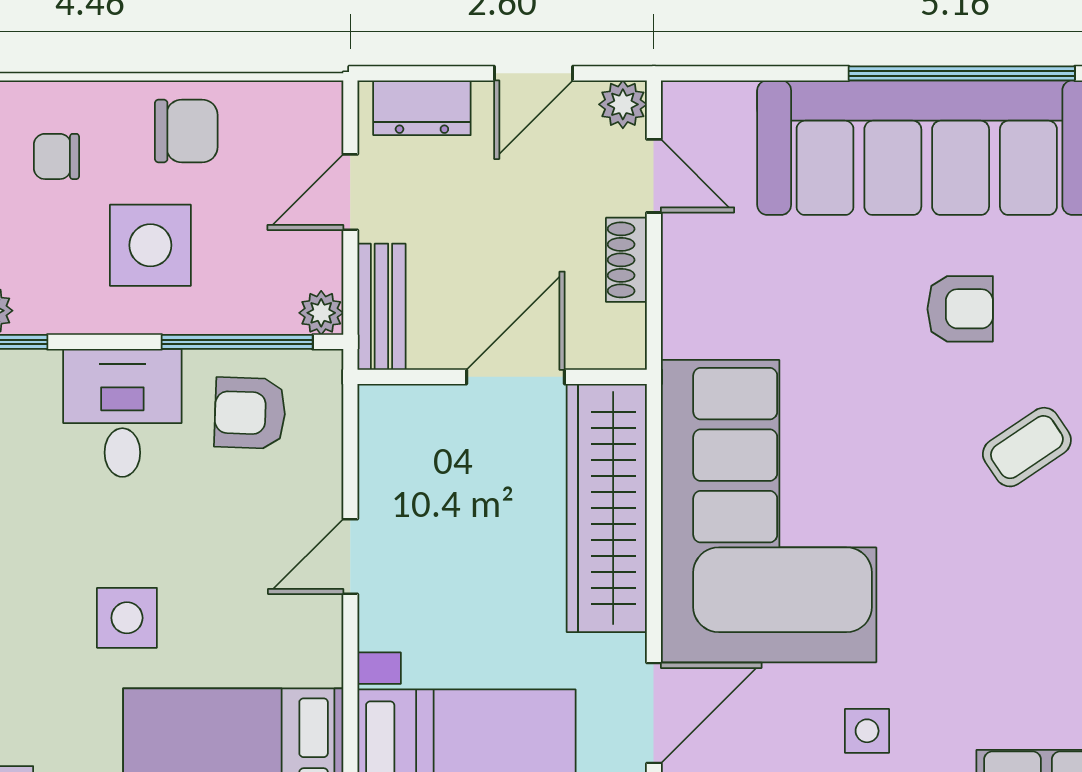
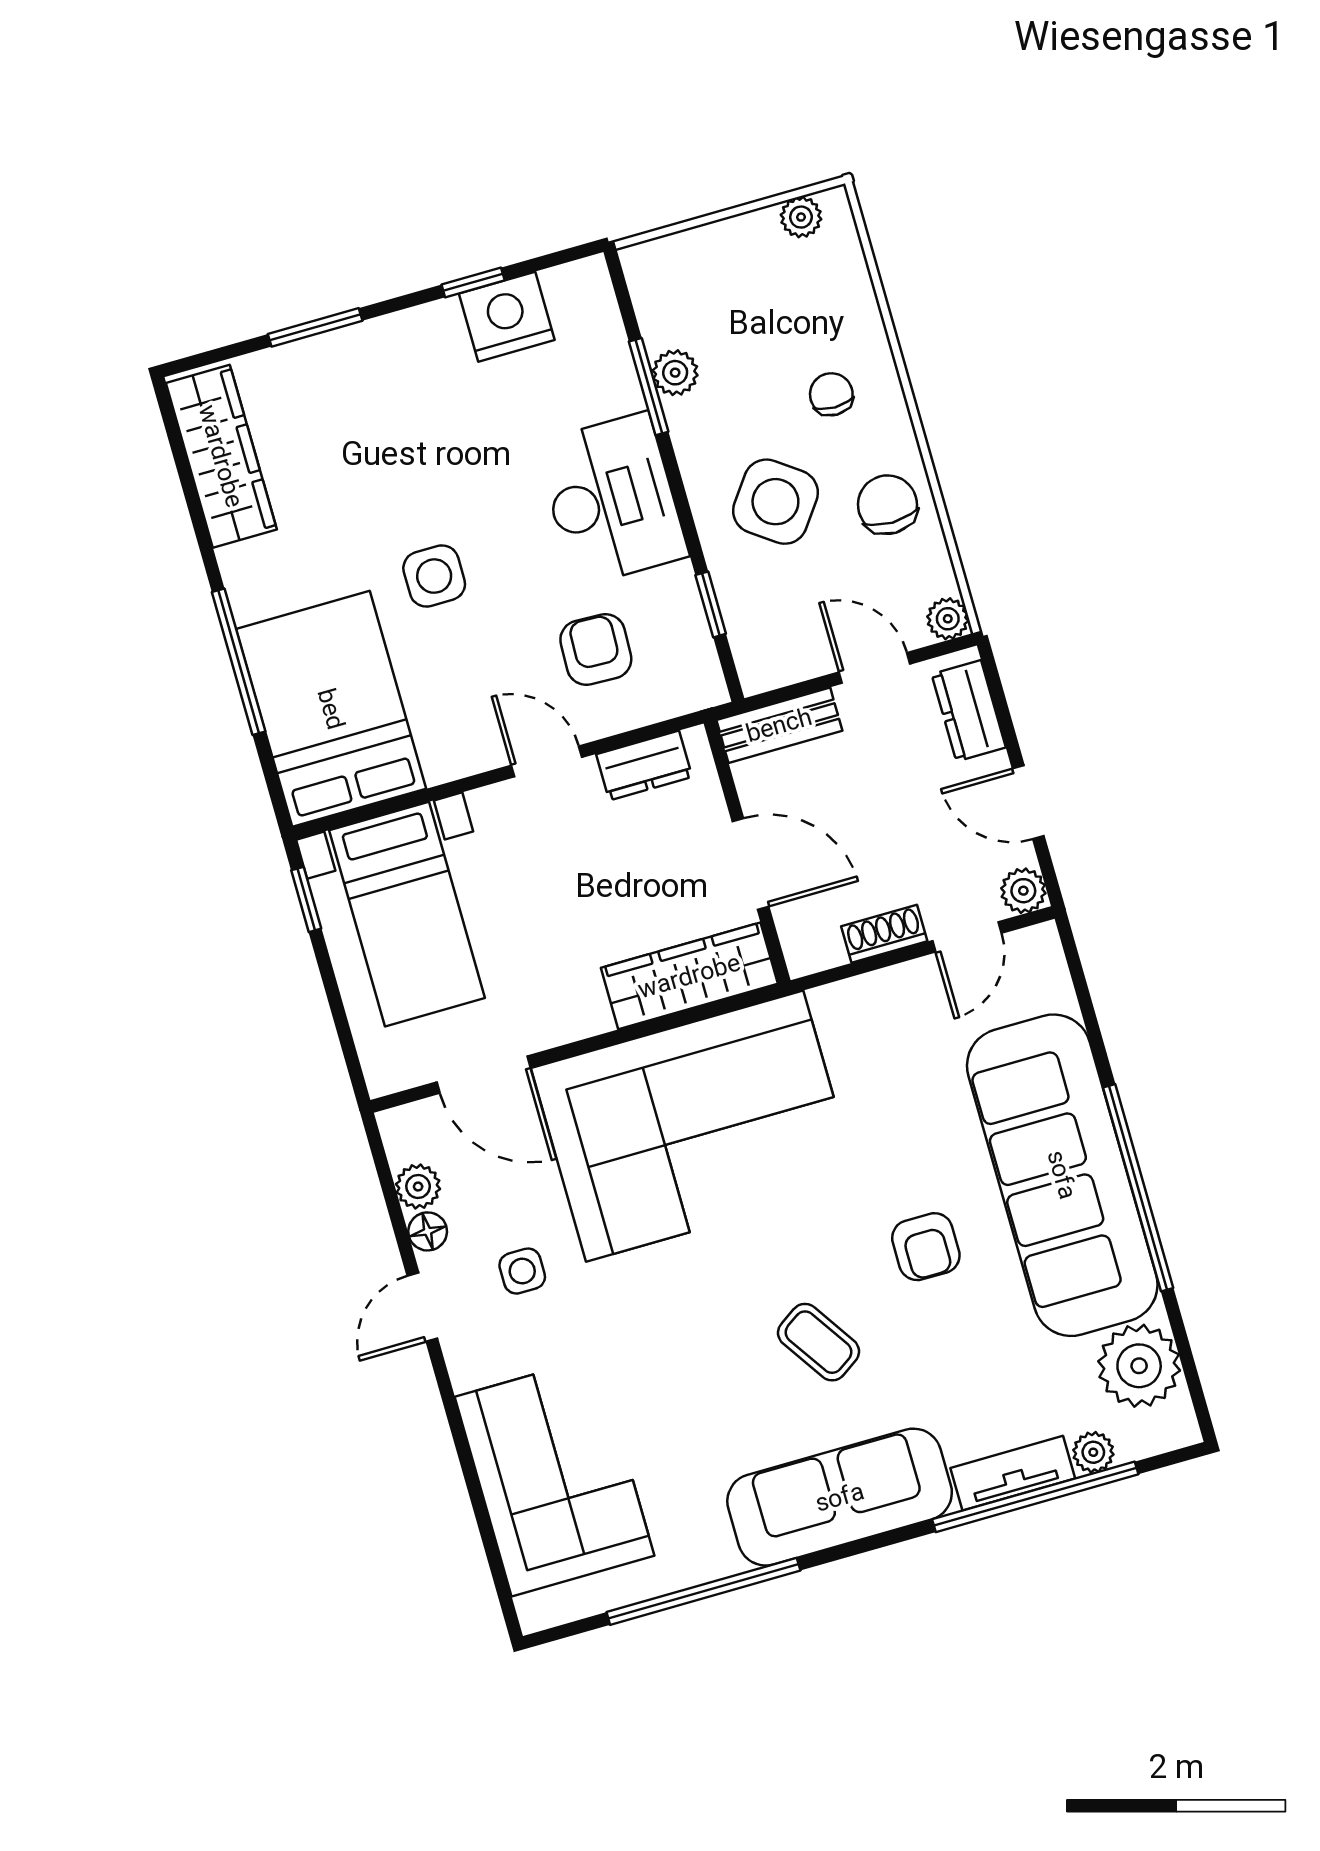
chair: (186, 131) -> (887, 505), turned 180
side table: (150, 245) -> (775, 502), turned 36
plant: (321, 313) -> (948, 619), moved
window: (237, 342) -> (711, 604), width x0.46
desk: (122, 413) -> (612, 500), width x1.37
armchair: (250, 413) -> (596, 649), moved
dresser: (383, 457) -> (644, 766), added
wardrobe: (607, 508) -> (689, 976), width x0.71, depth x0.85

